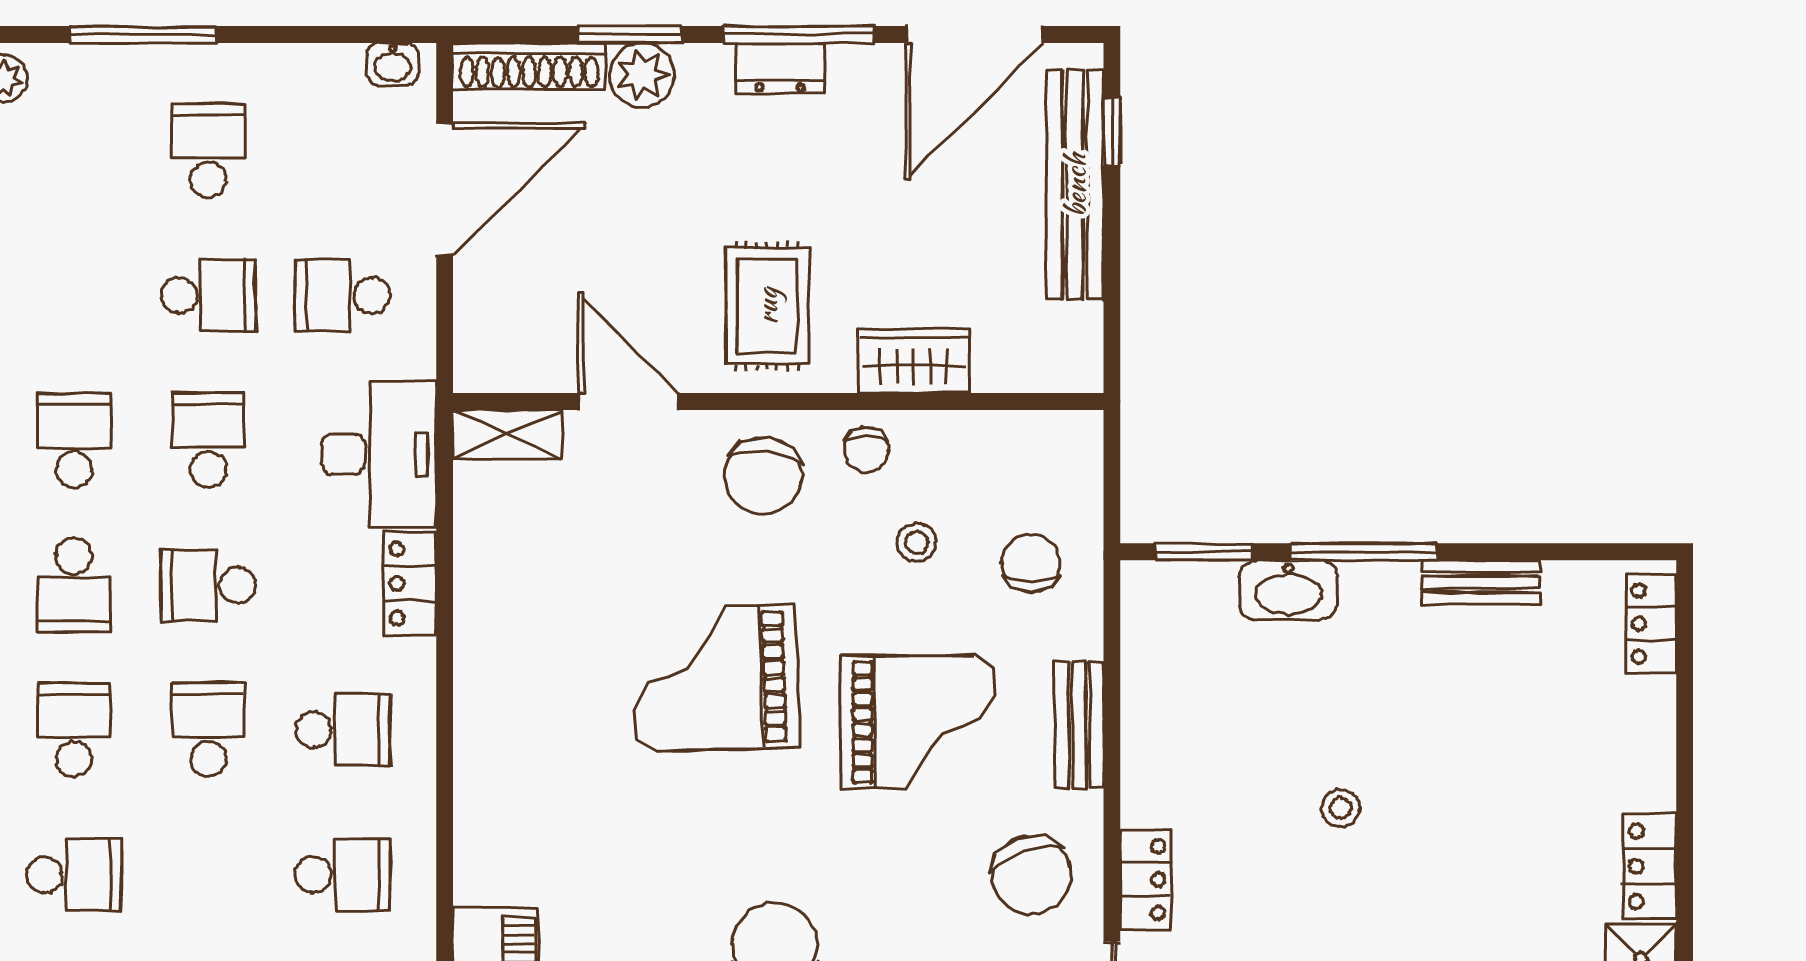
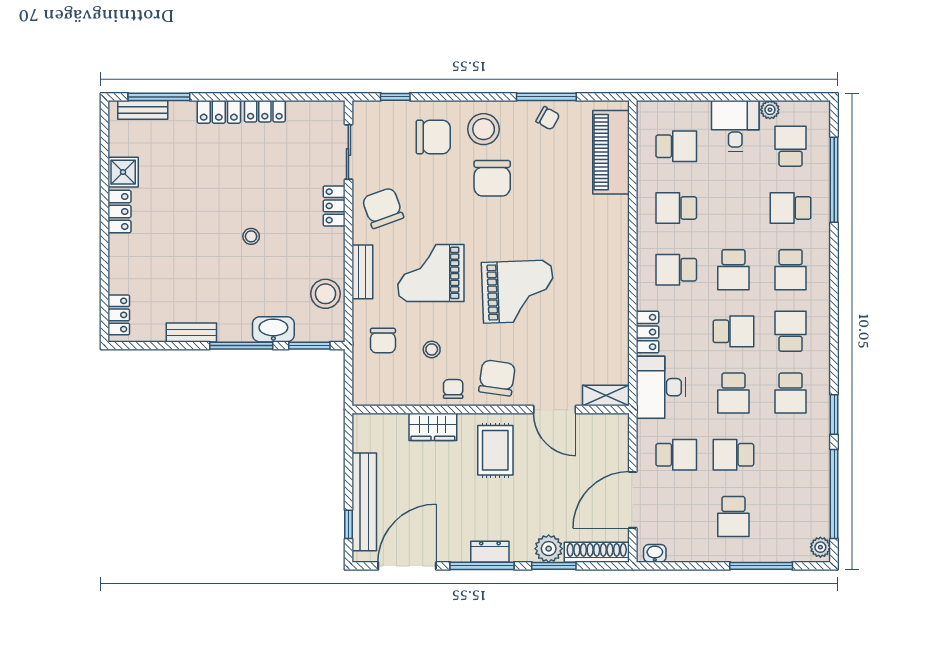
stool: (1166, 673) -> (325, 294), added

